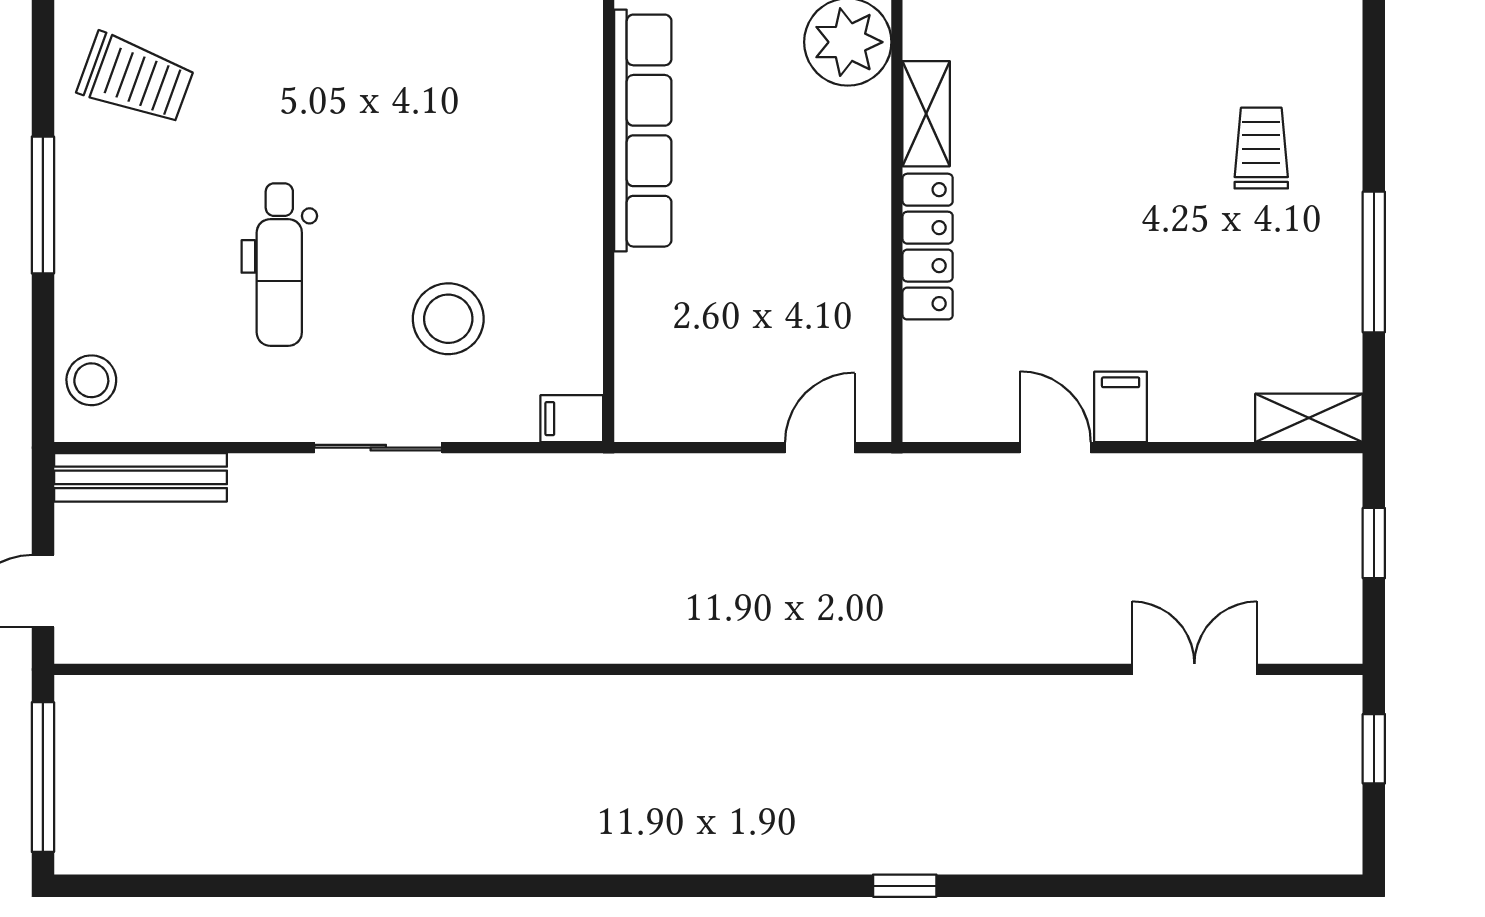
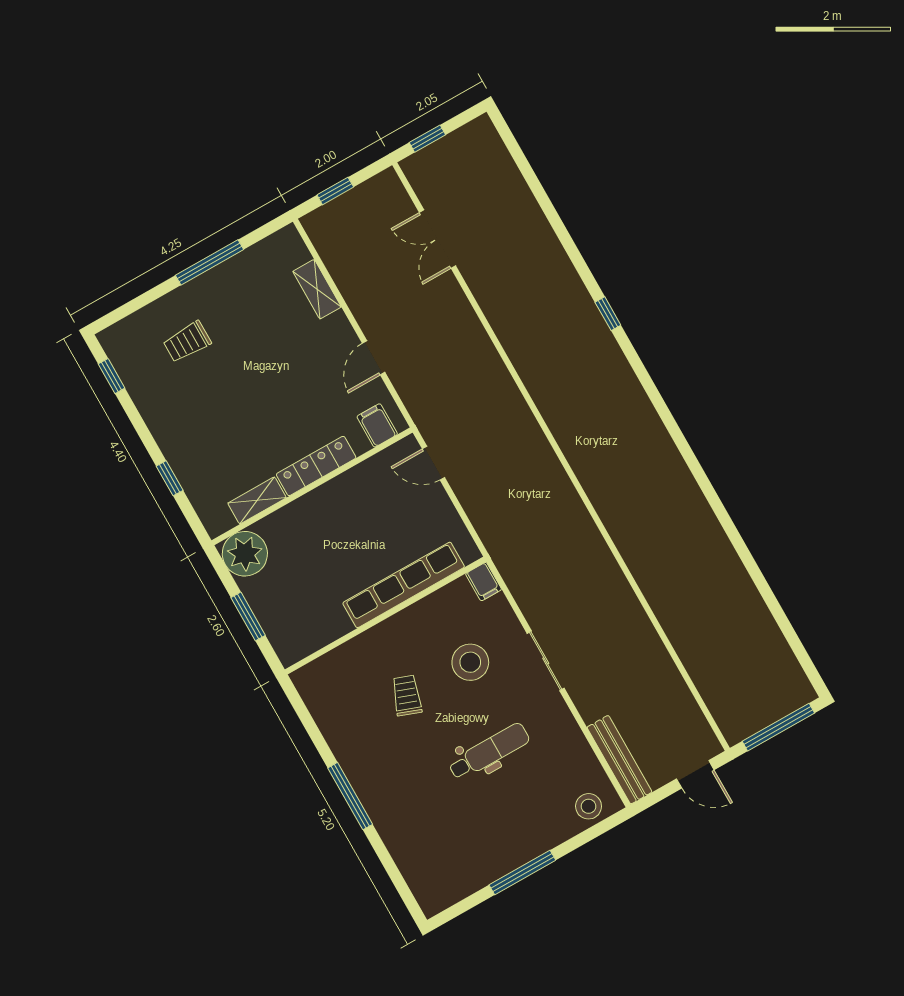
trolley: (136, 79) -> (407, 696), moved, width x0.73, depth x0.72
row of seats: (643, 131) -> (404, 585), moved
filing cabinet: (1121, 407) -> (377, 425), moved, turned 90
shelving: (1309, 418) -> (317, 289), moved

